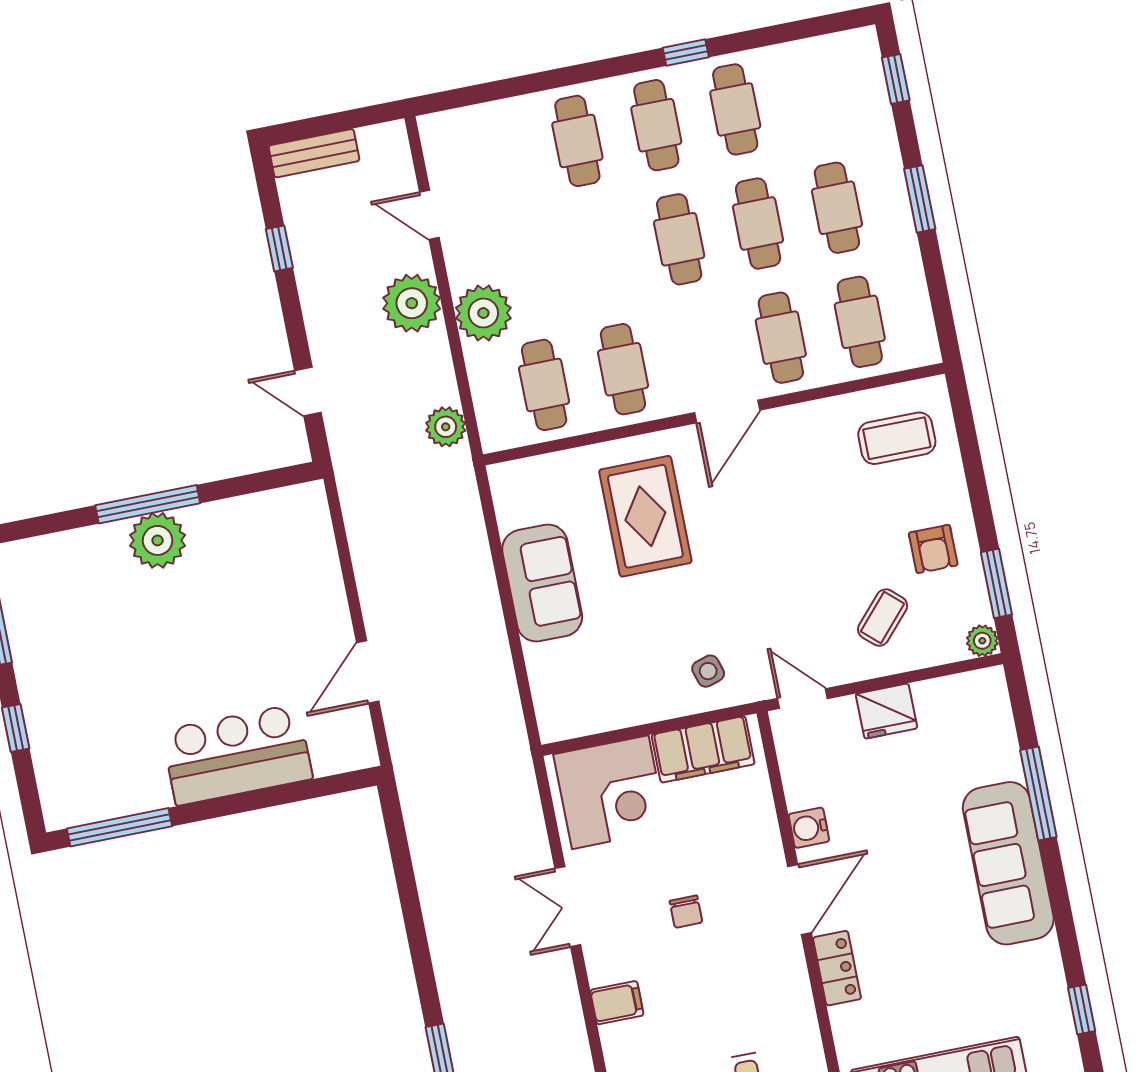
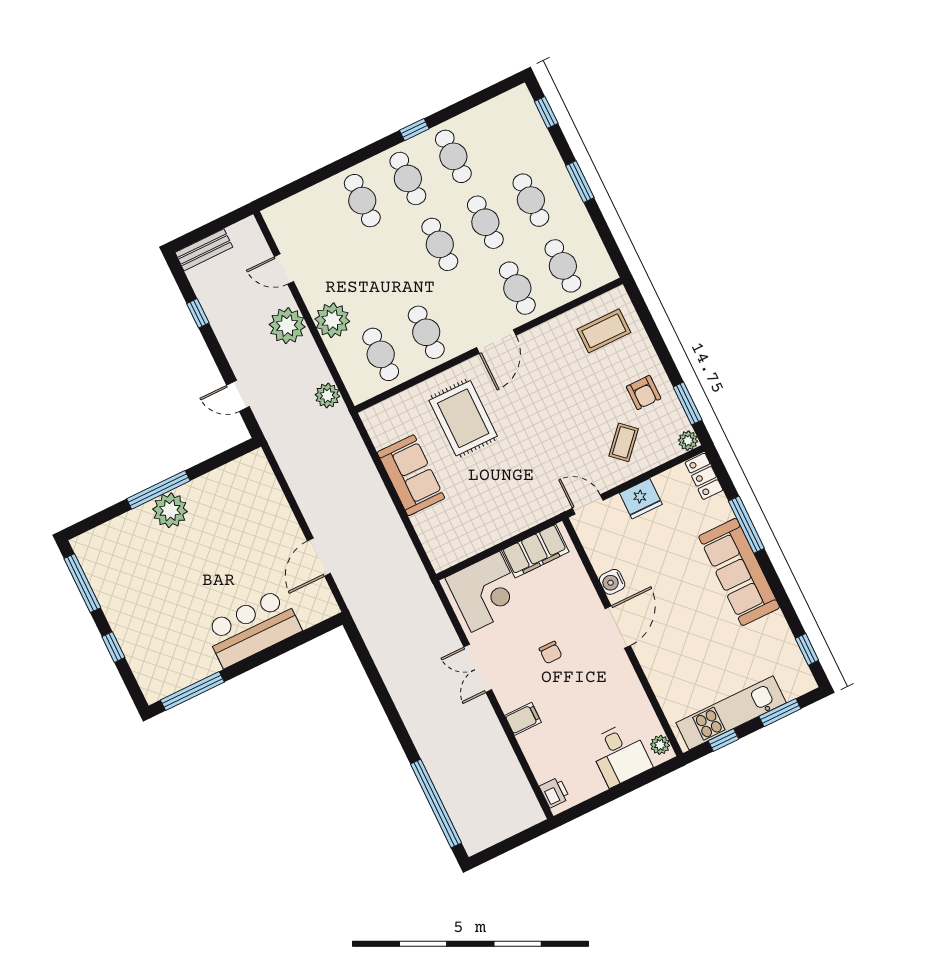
side table: (708, 671) -> (526, 503), removed
locker: (837, 968) -> (704, 476), moved, turned 180

